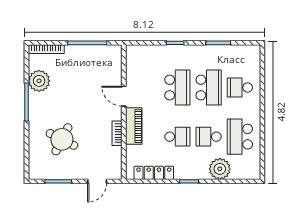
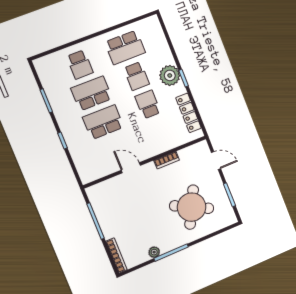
plant: (39, 81) -> (154, 252), width x0.53, depth x0.53
door: (124, 96) -> (131, 168), swing flipped
piano: (134, 126) -> (154, 148), removed
round table: (62, 139) -> (192, 207), width x1.36, depth x1.36
plant: (220, 169) -> (170, 75), moved

